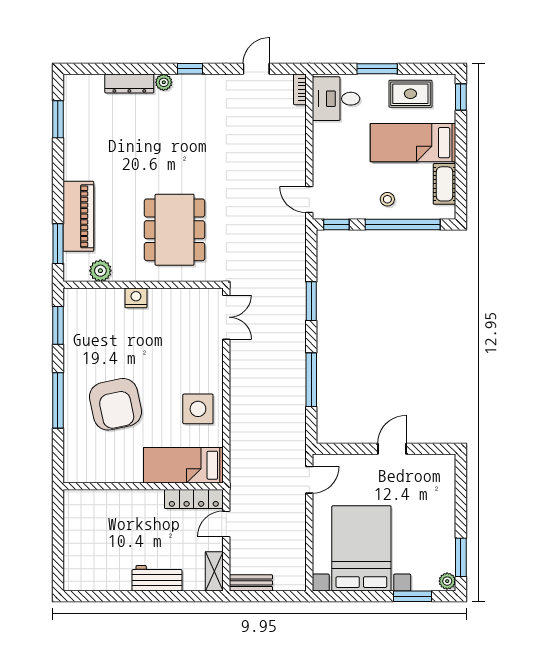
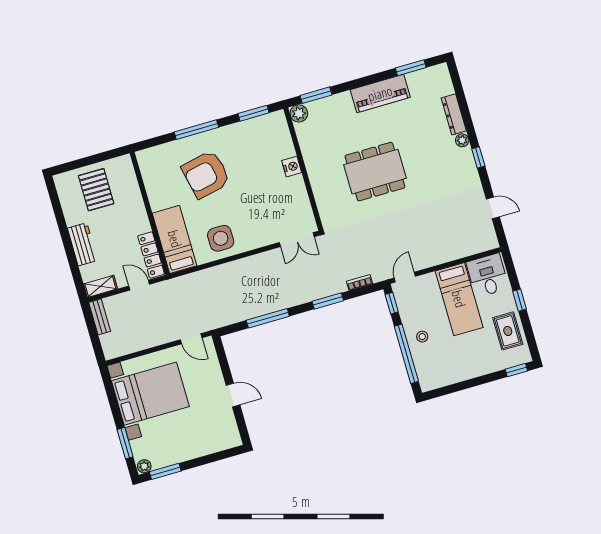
window: (377, 69) -> (519, 300), width x0.67
bookcase: (300, 89) -> (359, 282), moved
bed: (413, 143) -> (459, 299), moved, turned 180
cot: (445, 184) -> (446, 377), removed
piano: (78, 216) -> (380, 93), moved
dining table: (175, 230) -> (375, 172), moved
plant: (100, 271) -> (299, 113), moved
pallet: (96, 543) -> (96, 190), added

